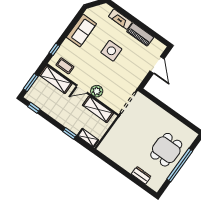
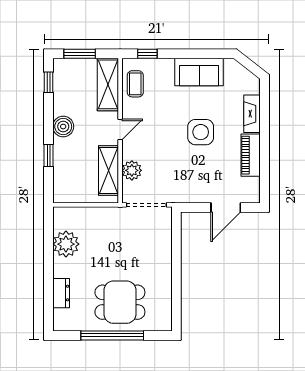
door: (82, 89) -> (120, 129), swing flipped
plant: (97, 91) -> (132, 170), moved
boiler: (61, 116) -> (63, 127), added
shelving: (88, 138) -> (60, 185), removed
plant: (119, 156) -> (66, 244), added

